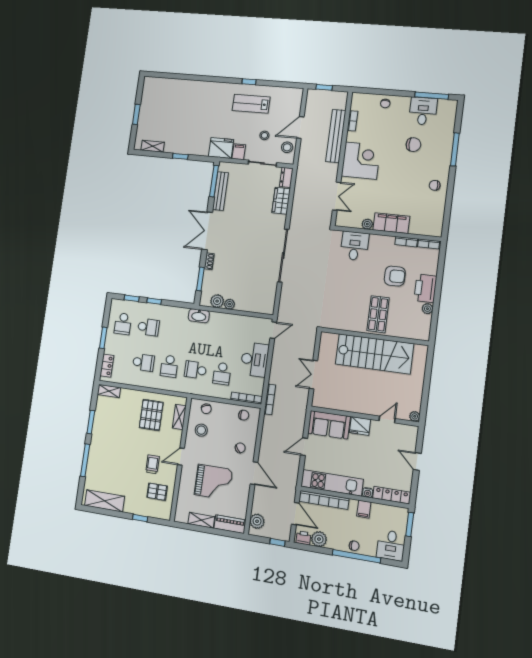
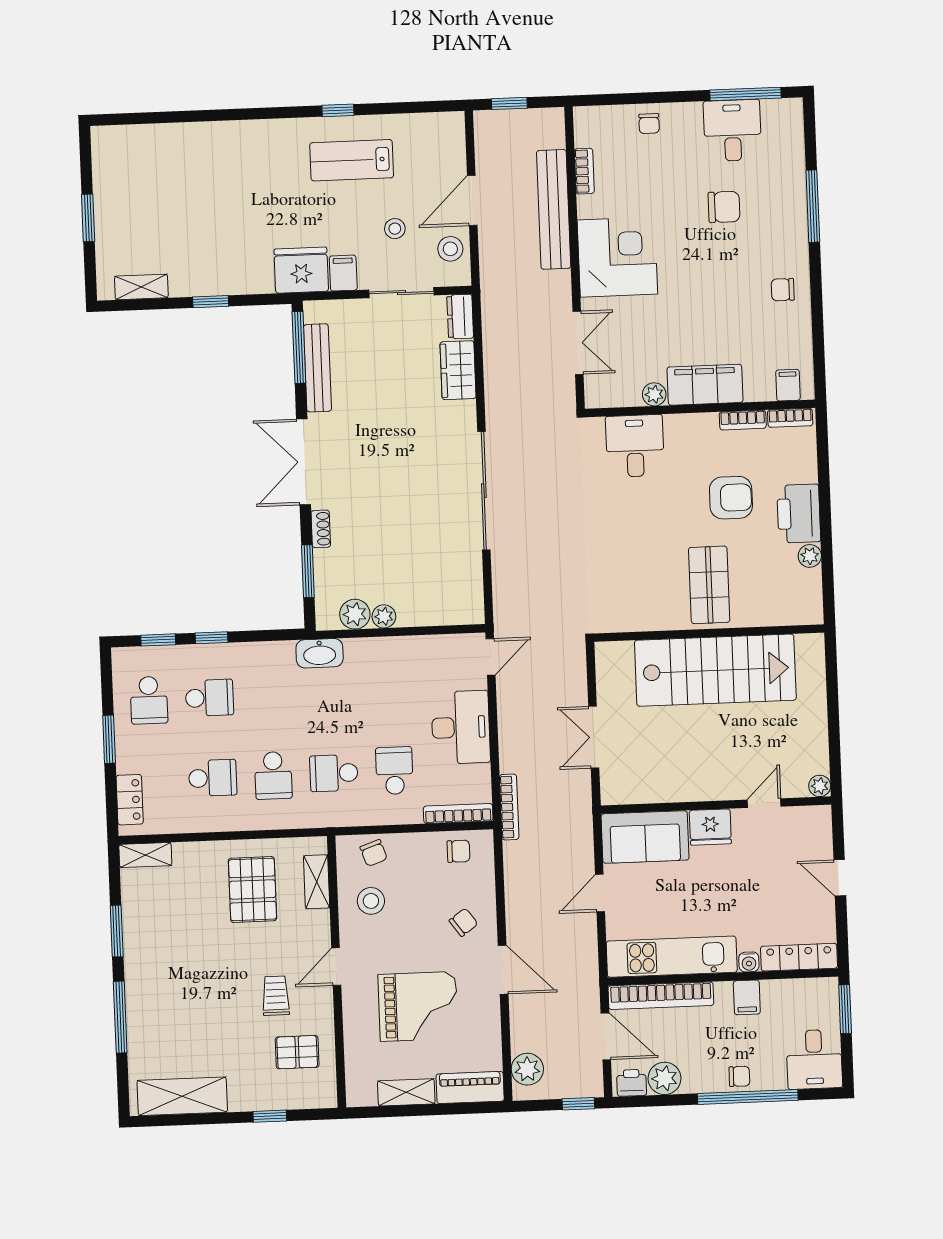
filing cabinet: (430, 229) -> (788, 385), added
school desk: (222, 374) -> (394, 771), turned 180

